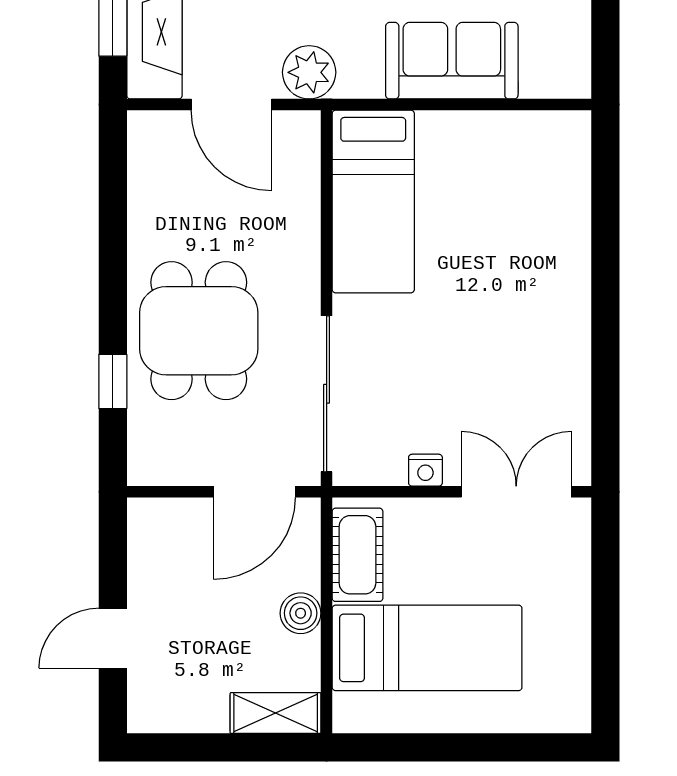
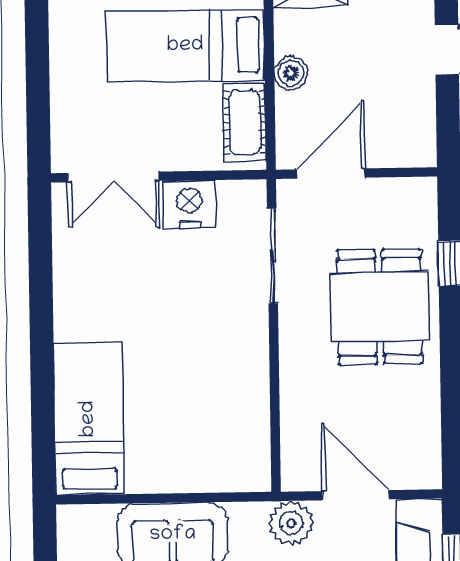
bed: (373, 202) -> (89, 419), moved
sliding door: (327, 394) -> (272, 256), width x0.73
nightstand: (425, 470) -> (189, 204), width x1.89, depth x1.79

